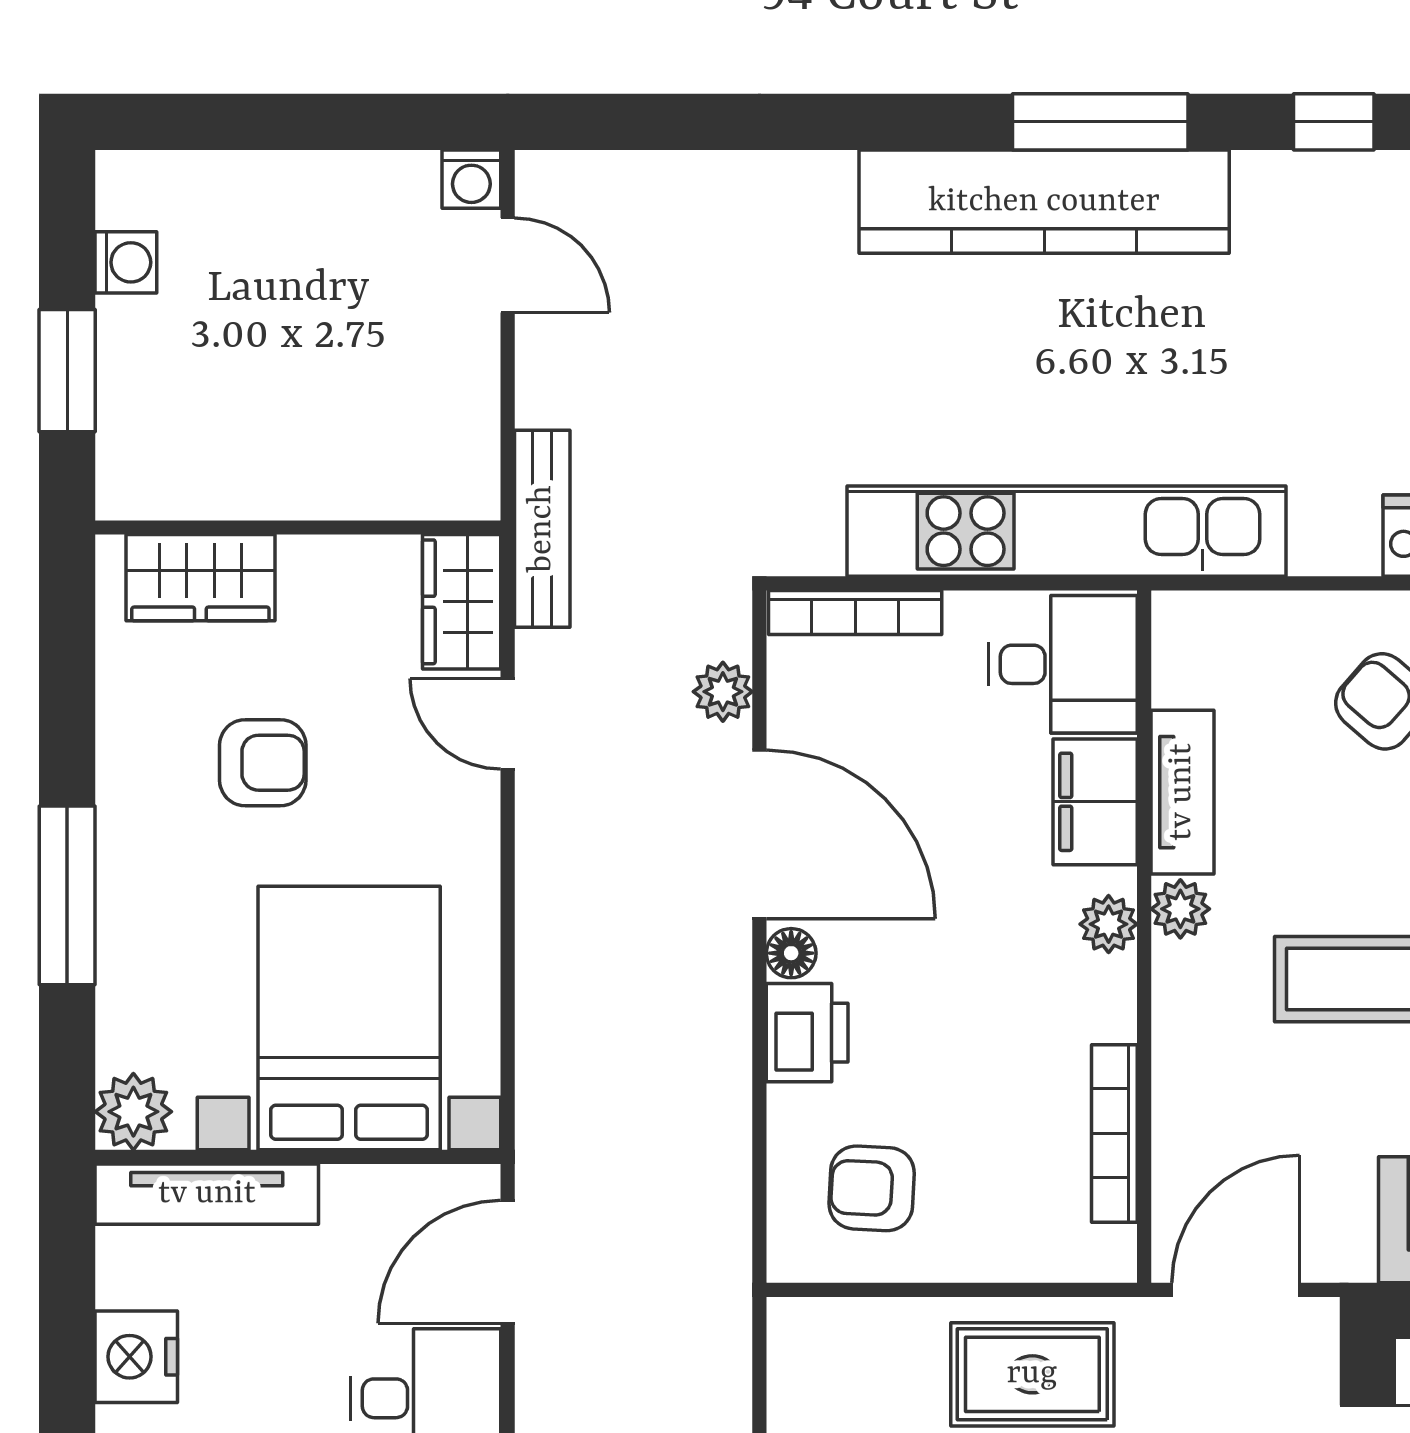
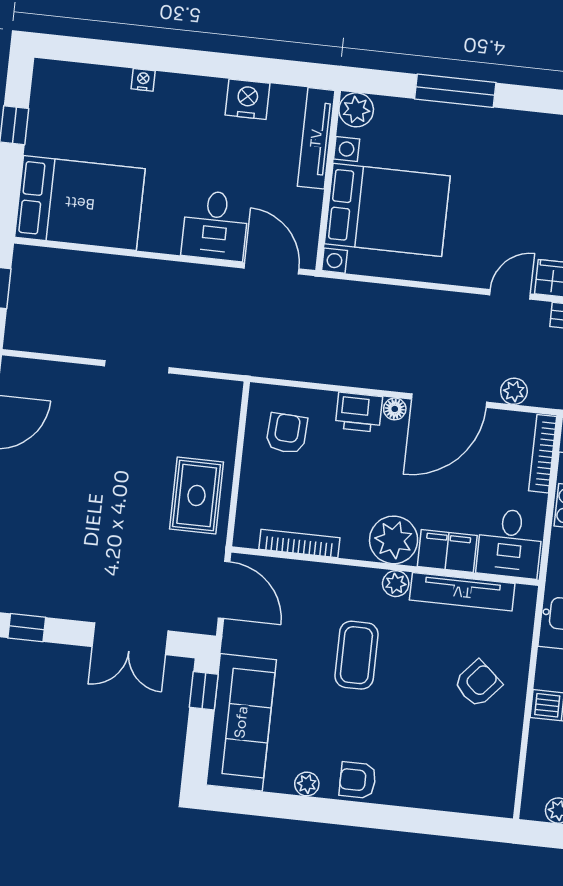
armchair: (263, 763) -> (505, 184), removed
tv unit: (1182, 792) -> (462, 592), width x1.41
plant: (1109, 924) -> (394, 540), width x1.87, depth x1.87

